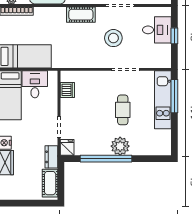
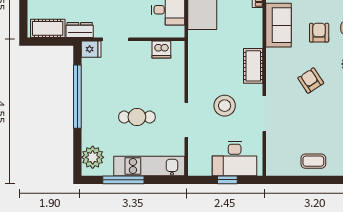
desk: (157, 30) -> (235, 159), width x1.37
window: (174, 96) -> (123, 180), moved
plant: (120, 146) -> (93, 157), moved

